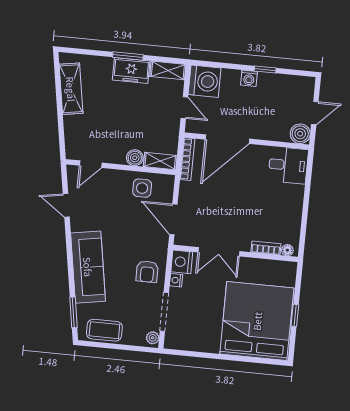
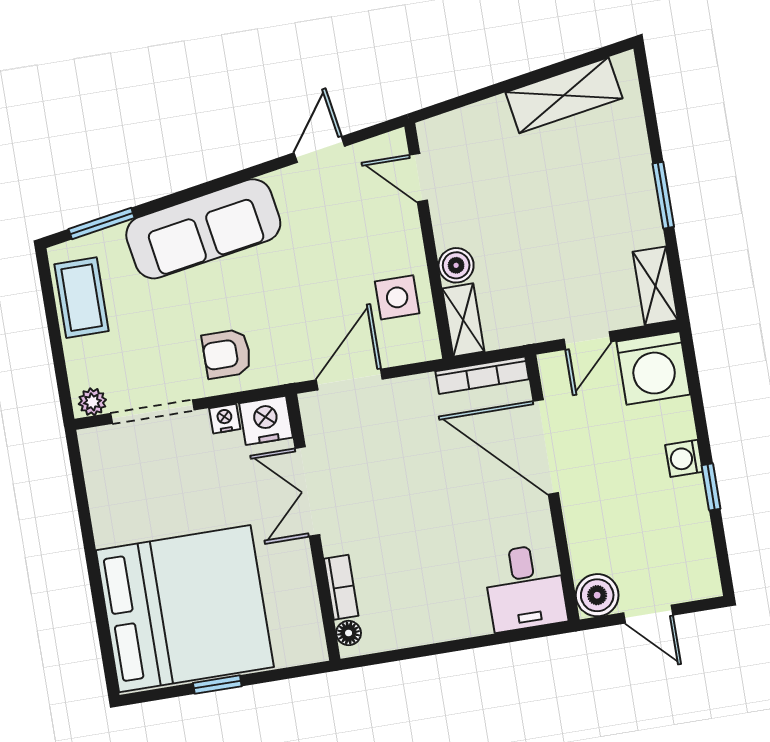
freezer: (131, 71) -> (635, 210), removed

